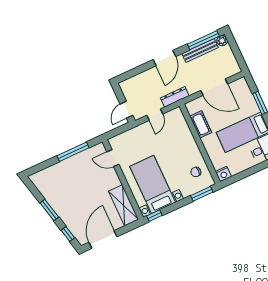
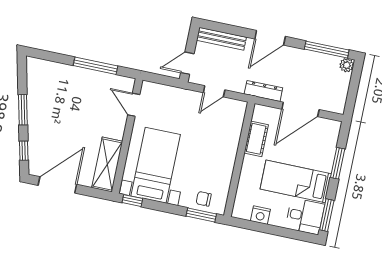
bench: (200, 51) -> (221, 39), moved
door: (214, 87) -> (300, 109), hinge flipped
dresser: (175, 97) -> (263, 91), moved
chair: (196, 172) -> (204, 199), moved
nightstand: (223, 174) -> (260, 215), moved

